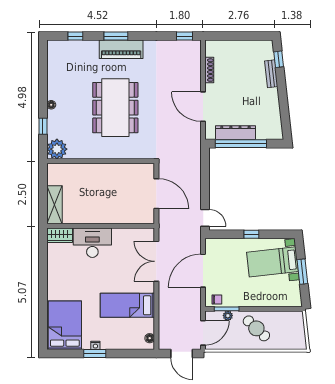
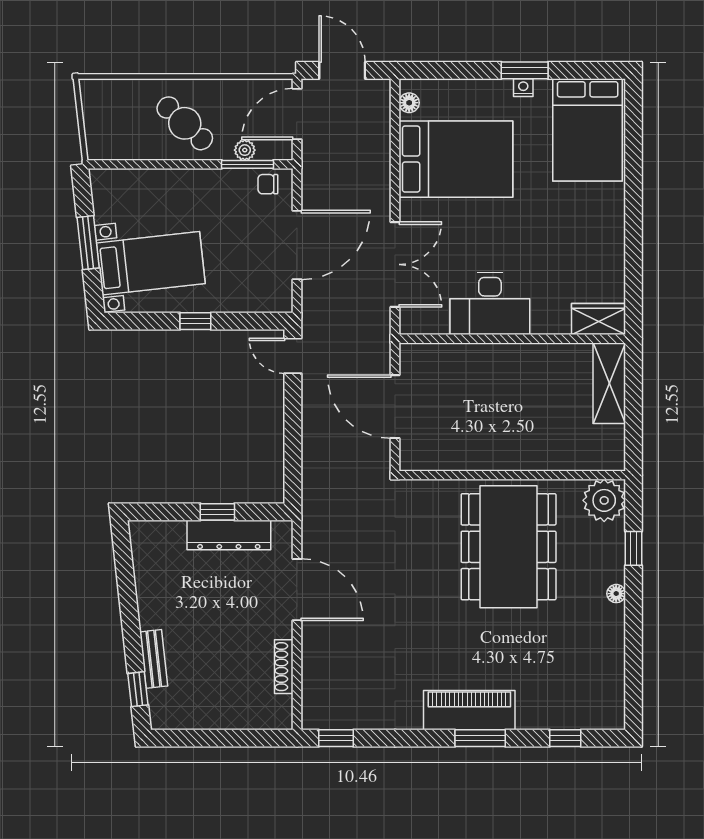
dining table: (115, 108) -> (509, 547), moved
window: (241, 144) -> (217, 512), width x0.32
desk: (92, 243) -> (490, 304), moved
bed: (127, 305) -> (456, 159), width x1.50

